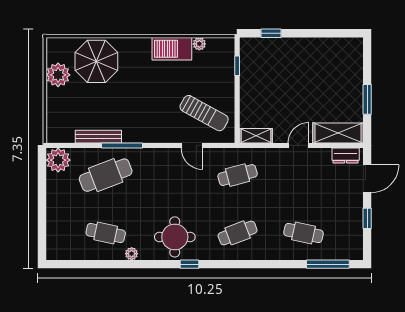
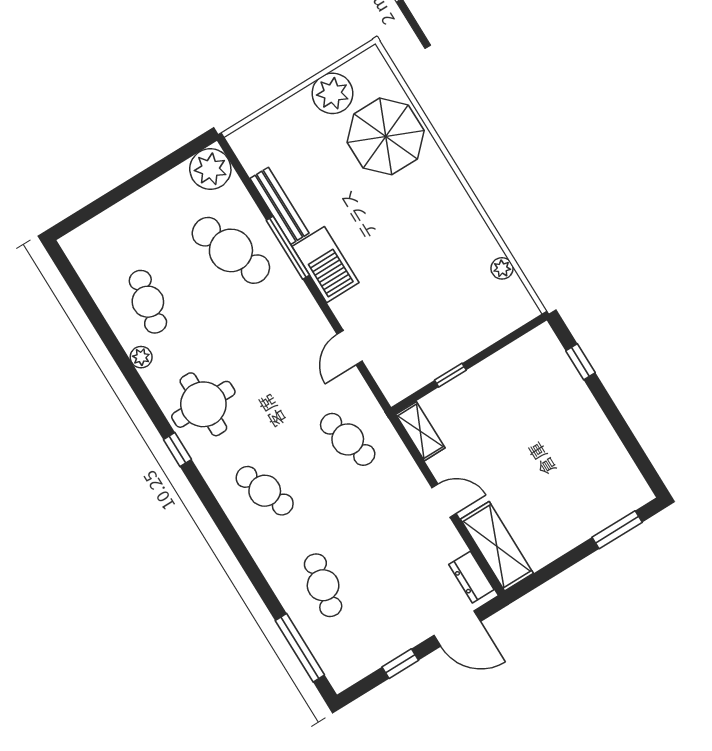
barbecue: (172, 49) -> (326, 265), moved, turned 180
window: (237, 66) -> (450, 375), moved
window: (367, 99) -> (617, 530), moved
sun lounger: (204, 113) -> (407, 337), removed

